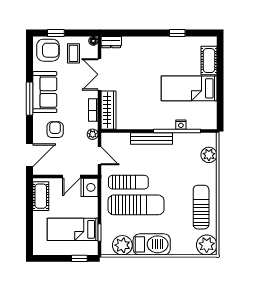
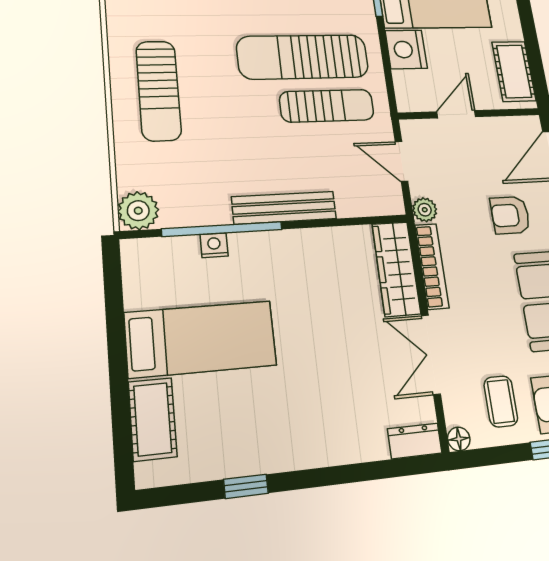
double door: (99, 74) -> (431, 355), swing flipped
bookcase: (93, 110) -> (432, 266), width x1.56
armchair: (55, 130) -> (510, 215), turned 90
plant: (209, 155) -> (138, 211), moved
sun lounger: (128, 182) -> (327, 106), turned 180
nightstand: (89, 187) -> (406, 49), moved
sun lounger: (201, 207) -> (159, 91), moved

